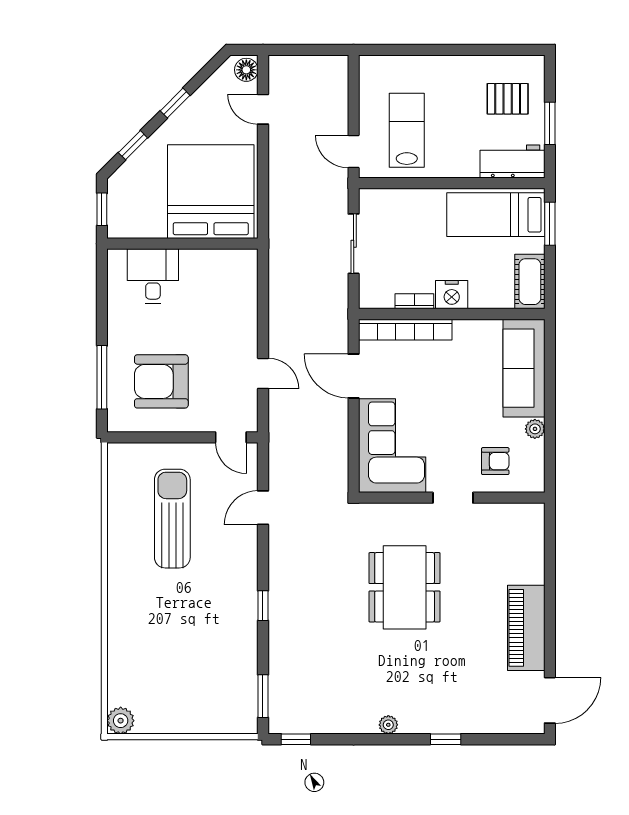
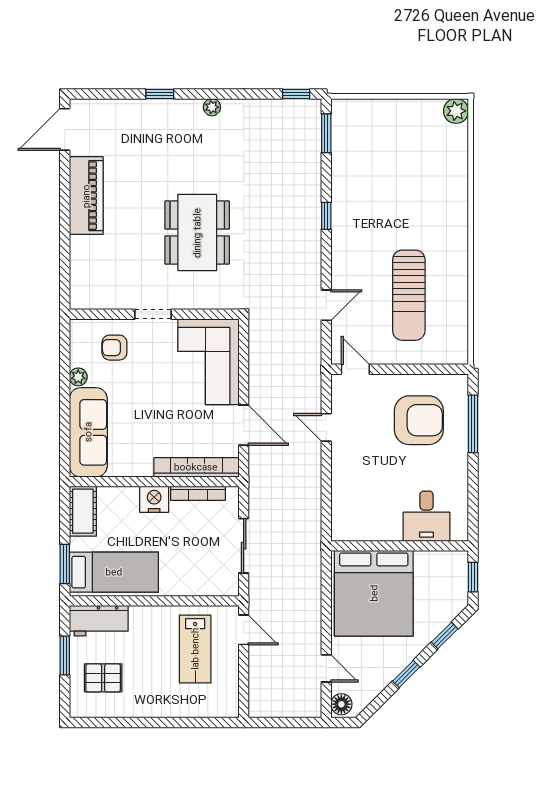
bookcase: (414, 301) -> (198, 493), width x1.56

